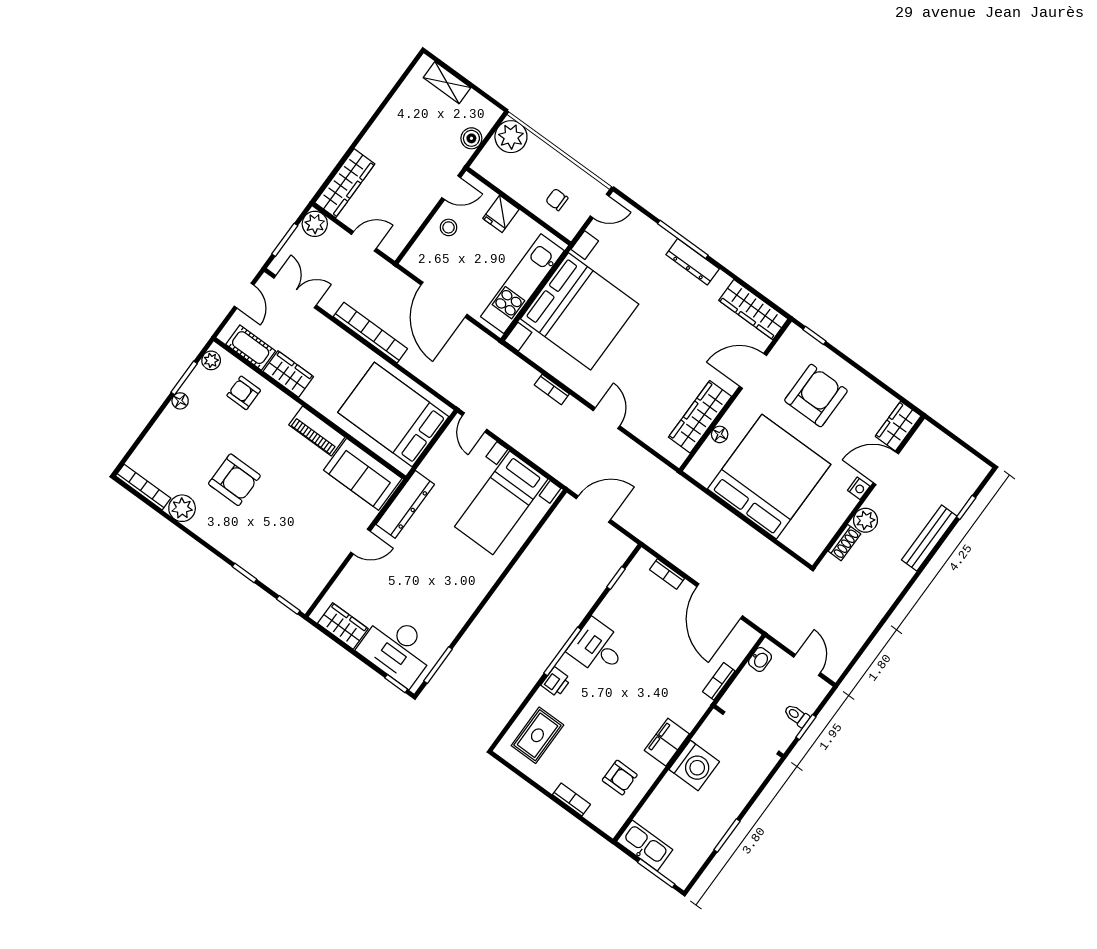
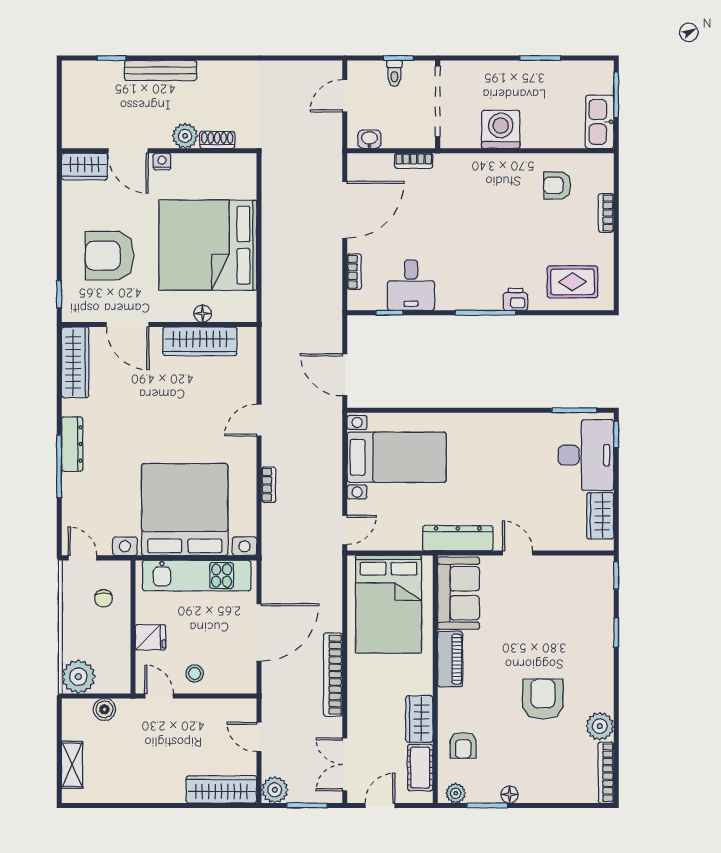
desk: (598, 648) -> (411, 285), moved
filing cabinet: (667, 742) -> (498, 167), removed
armchair: (620, 778) -> (557, 185), turned -90

